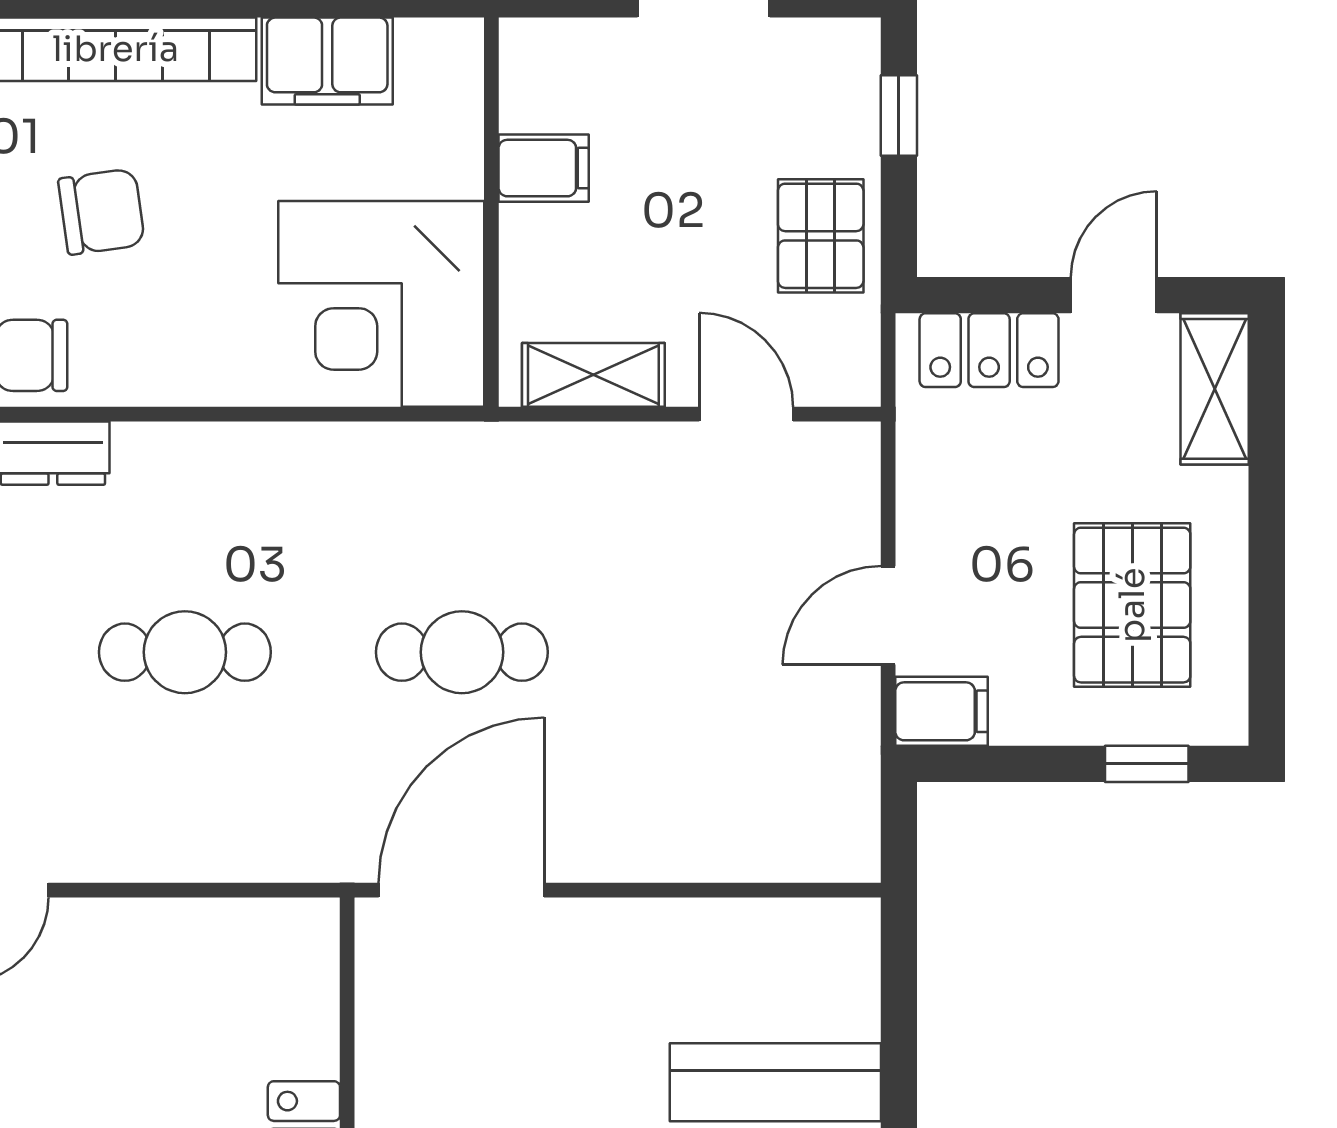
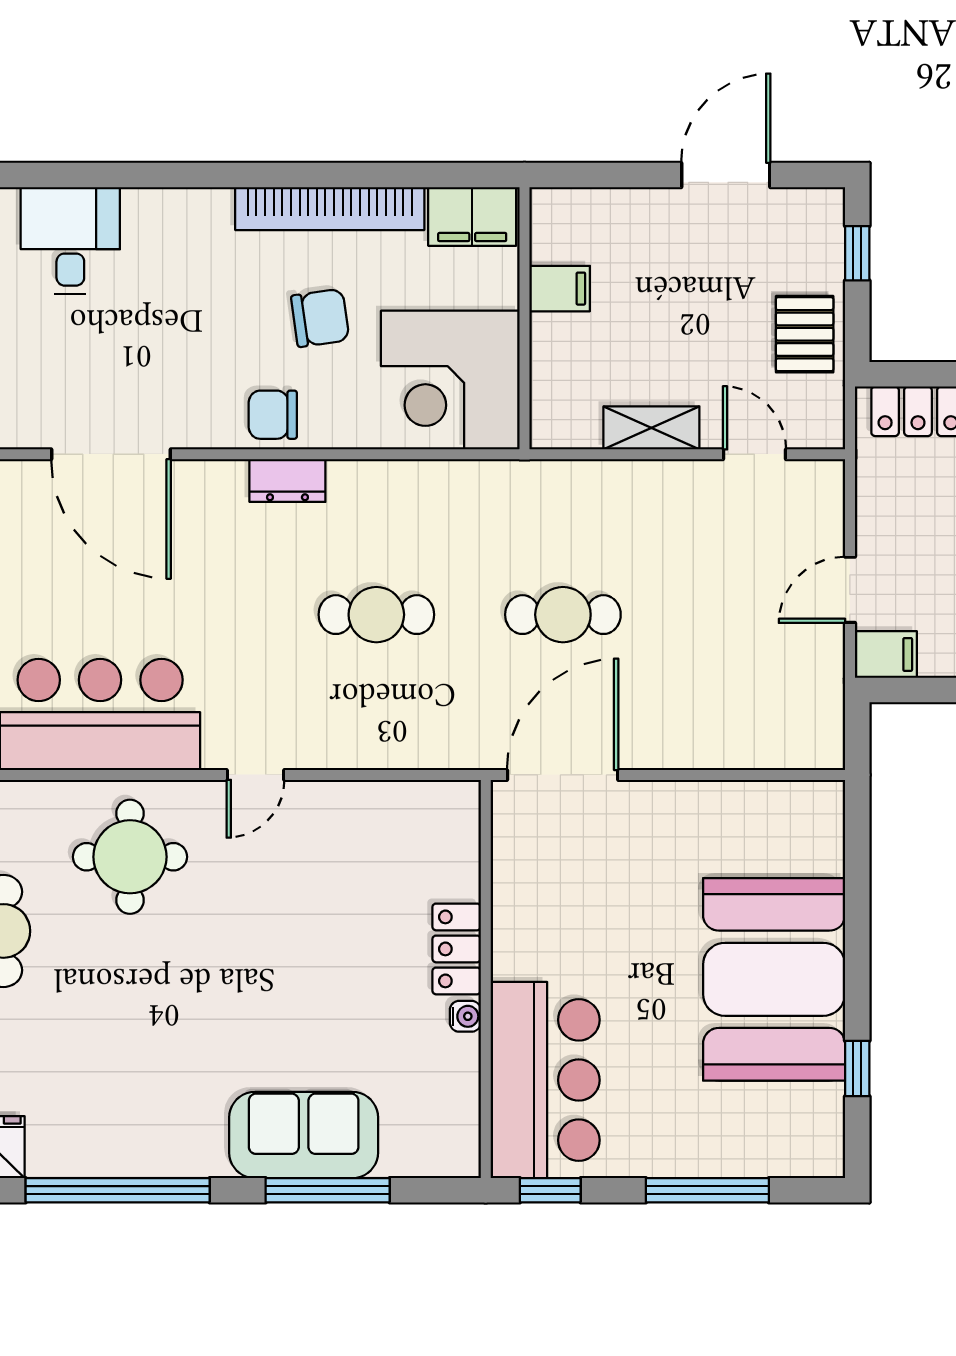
filing cabinet: (544, 168) -> (560, 289), moved
wall: (491, 212) -> (525, 318), moved
corner desk: (381, 304) -> (450, 380), moved

